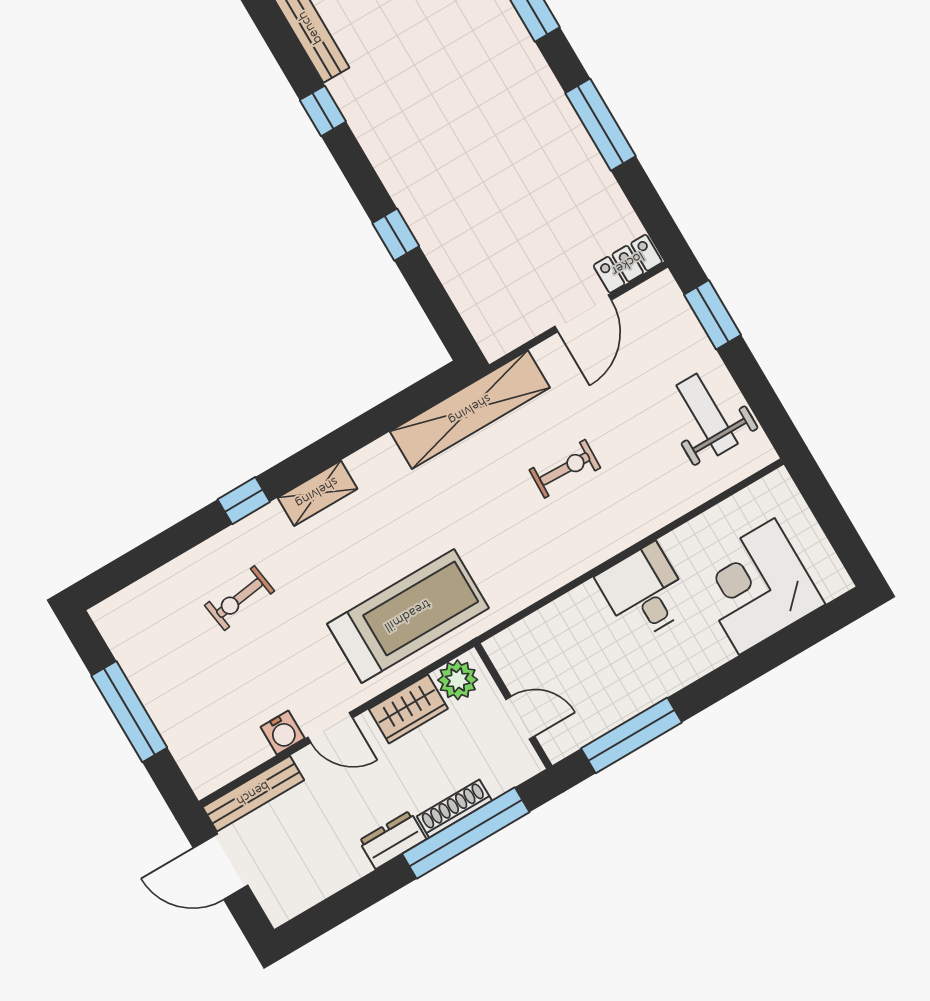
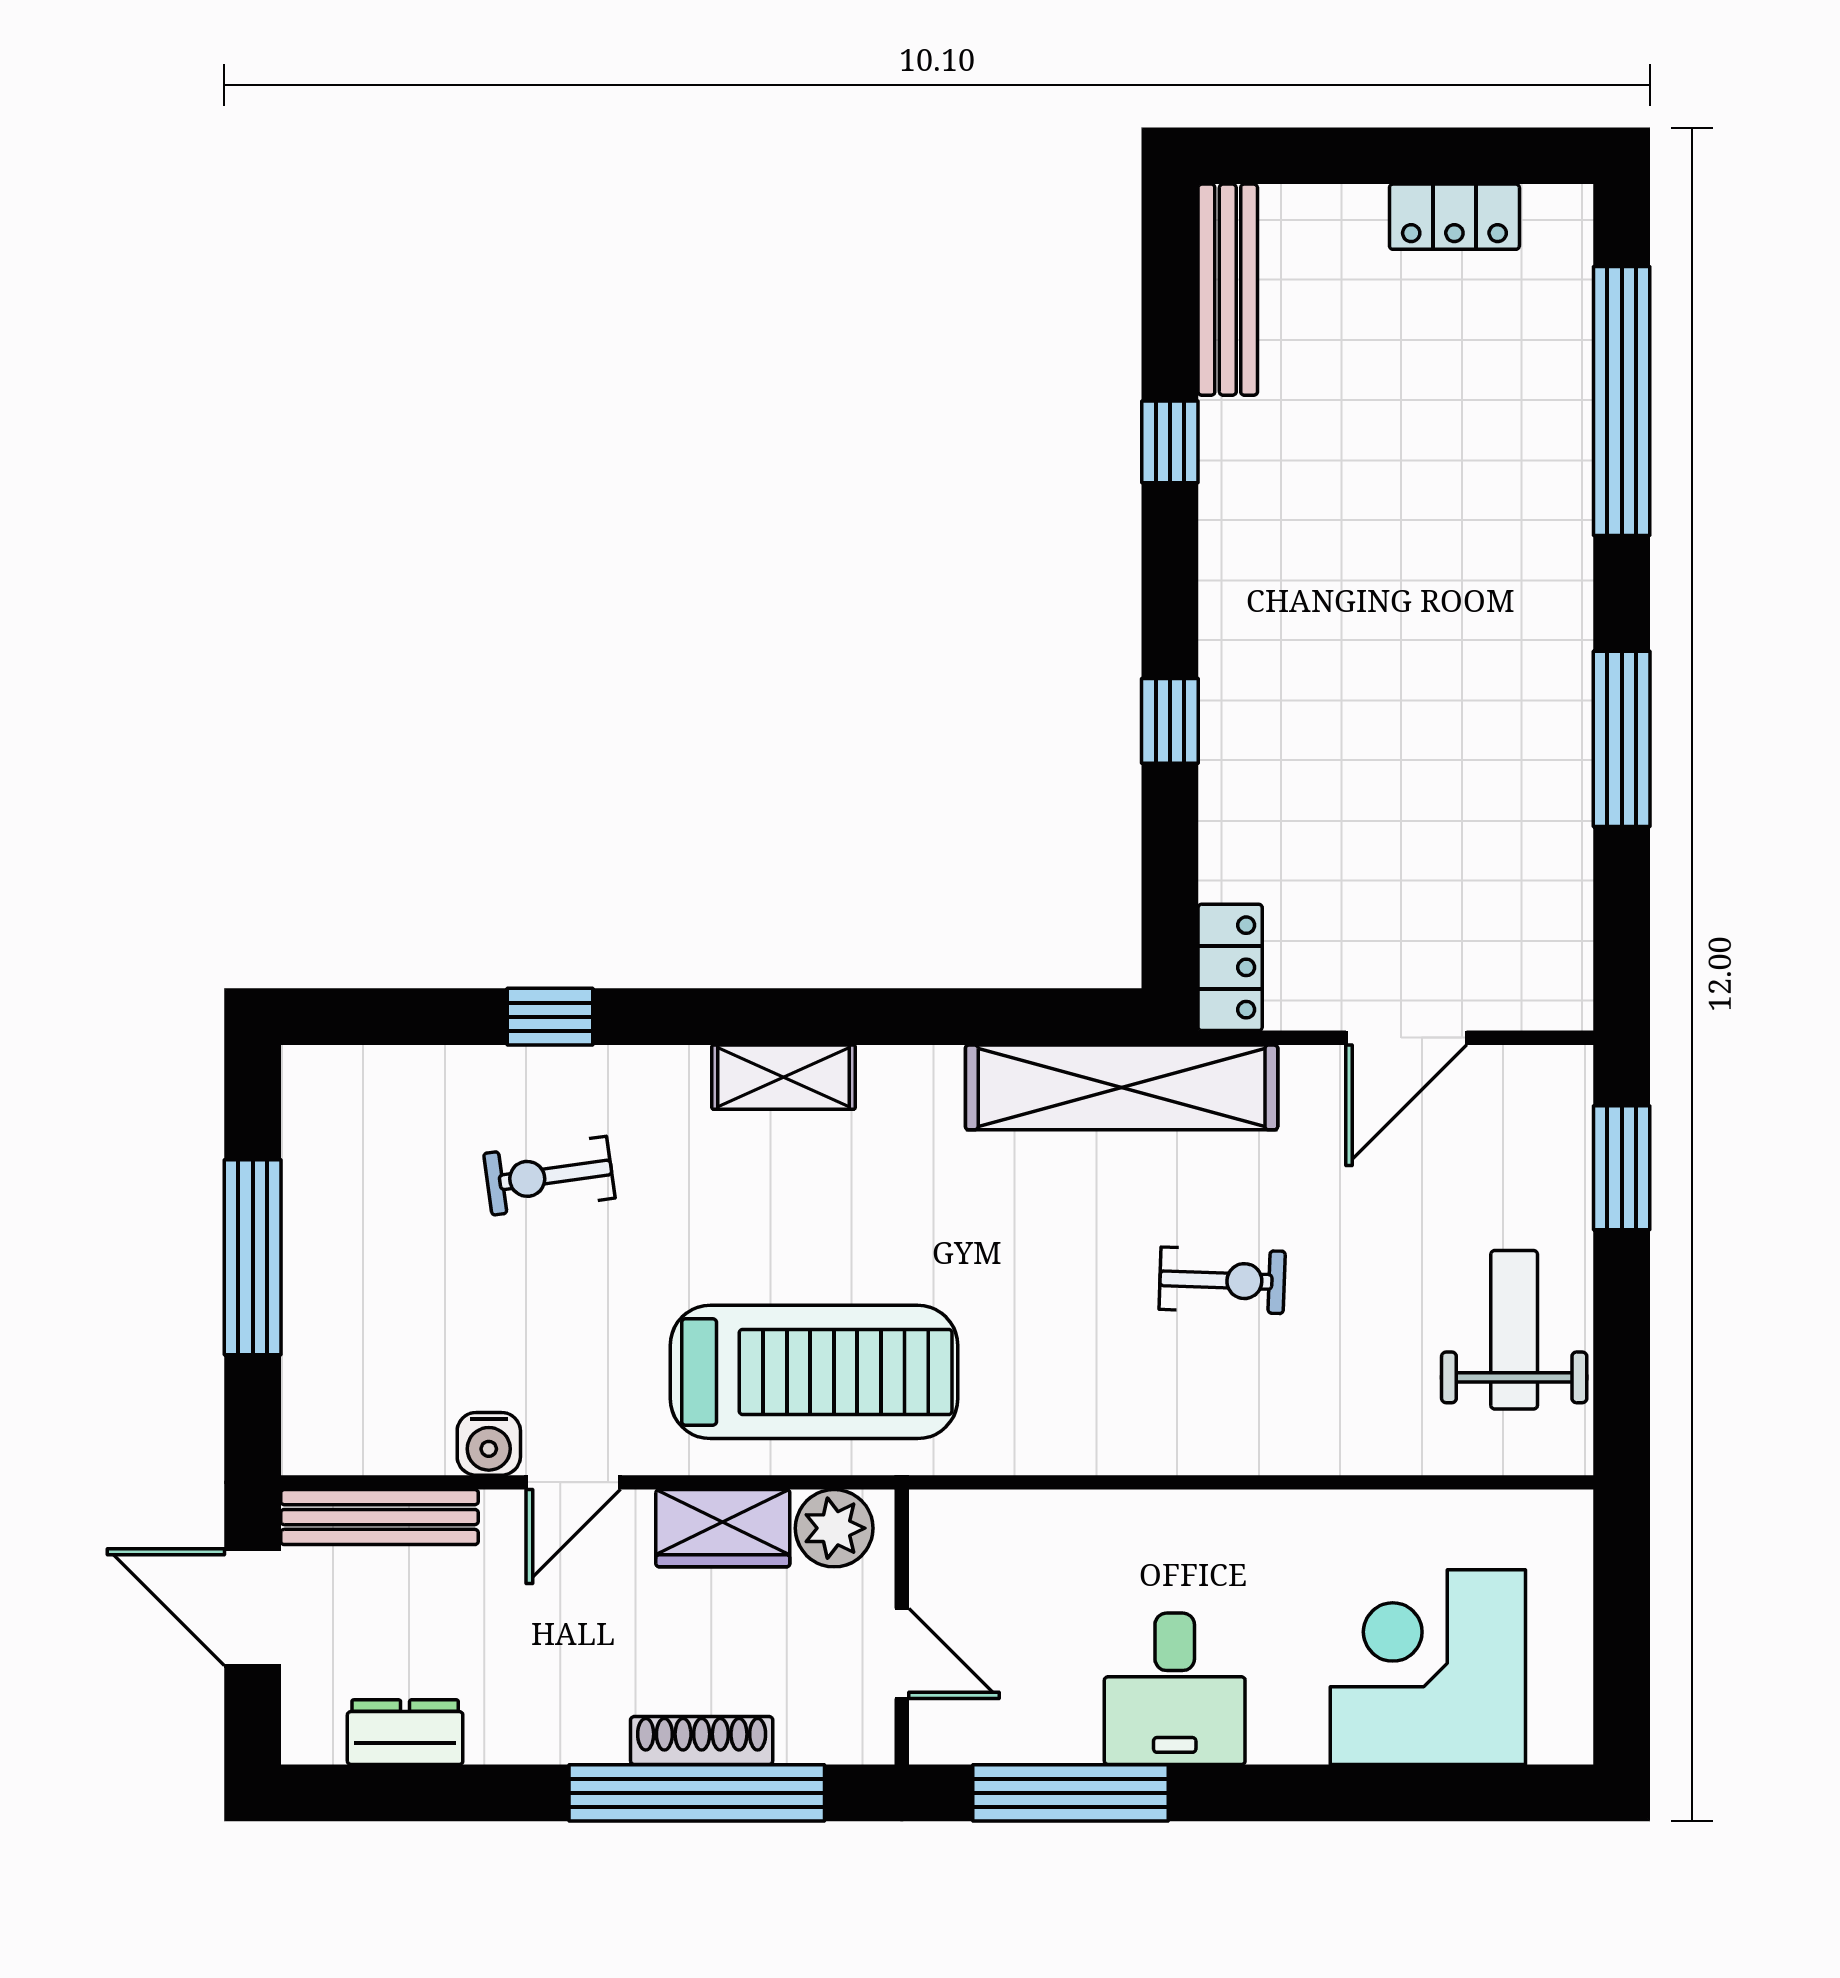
locker: (628, 264) -> (1230, 967), moved, turned 90
window: (244, 501) -> (550, 1017), moved
desk: (644, 592) -> (1175, 1689), moved, turned 180
door: (330, 728) -> (573, 1482), hinge flipped
dresser: (393, 840) -> (405, 1732), moved

